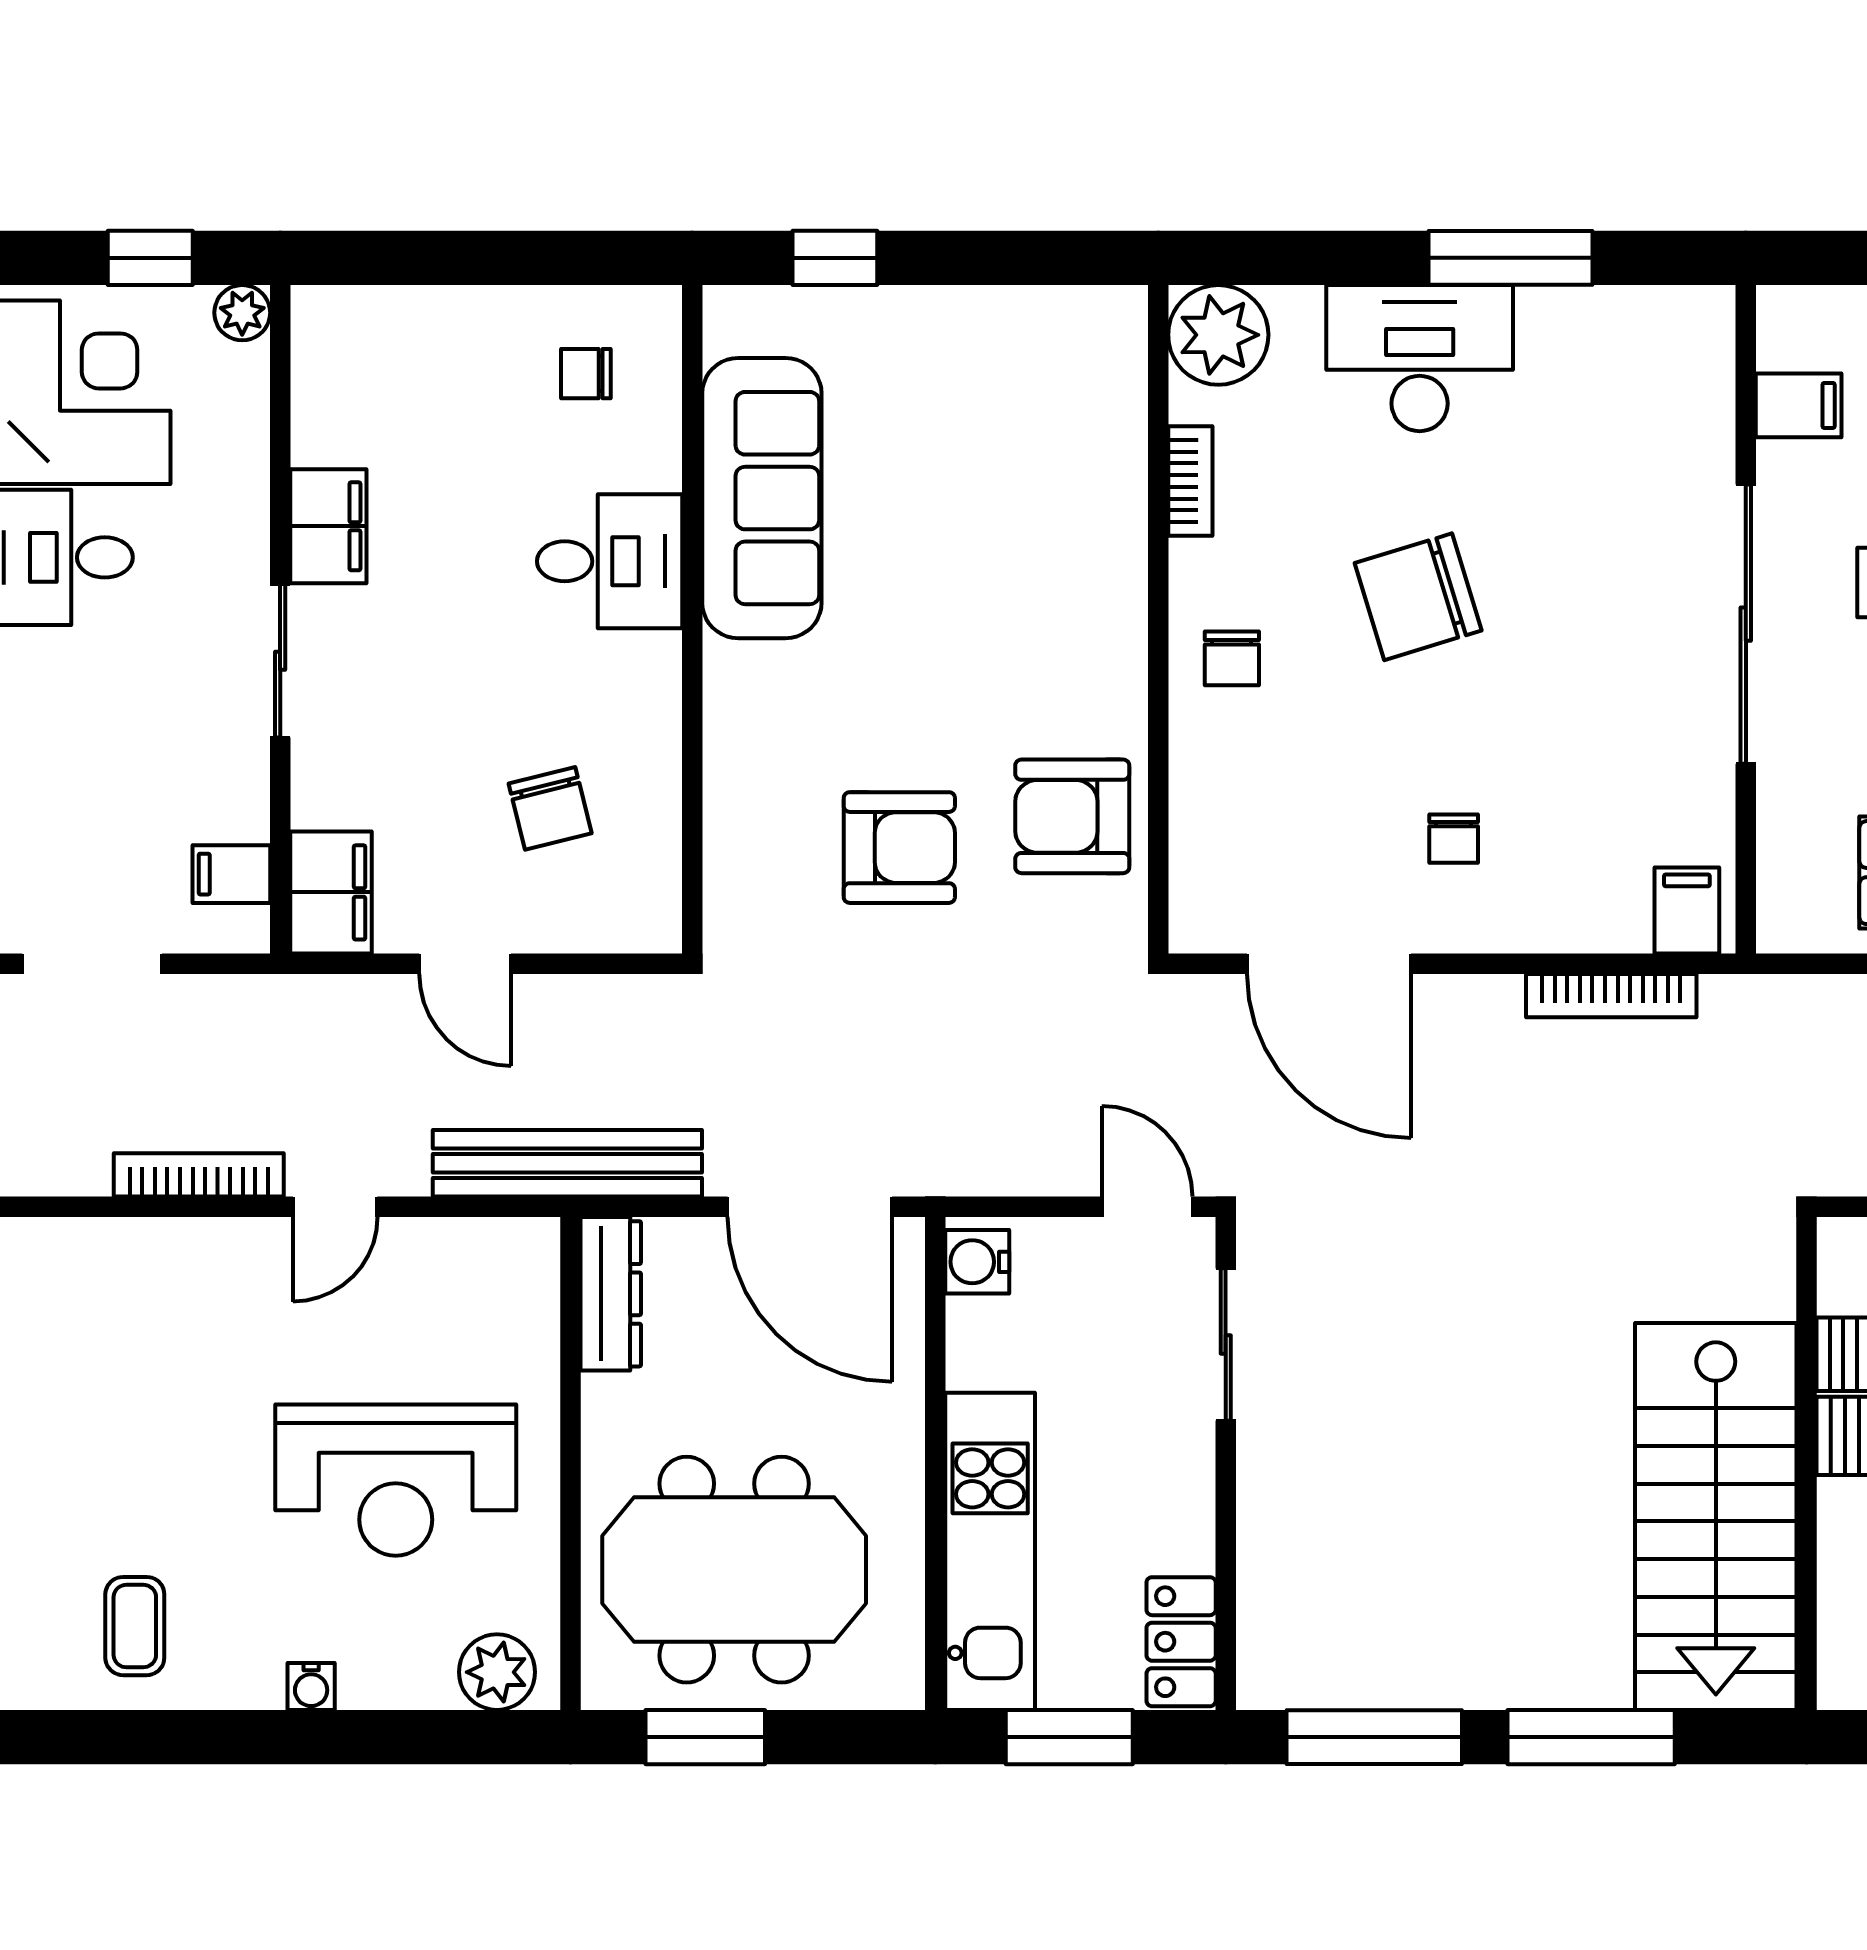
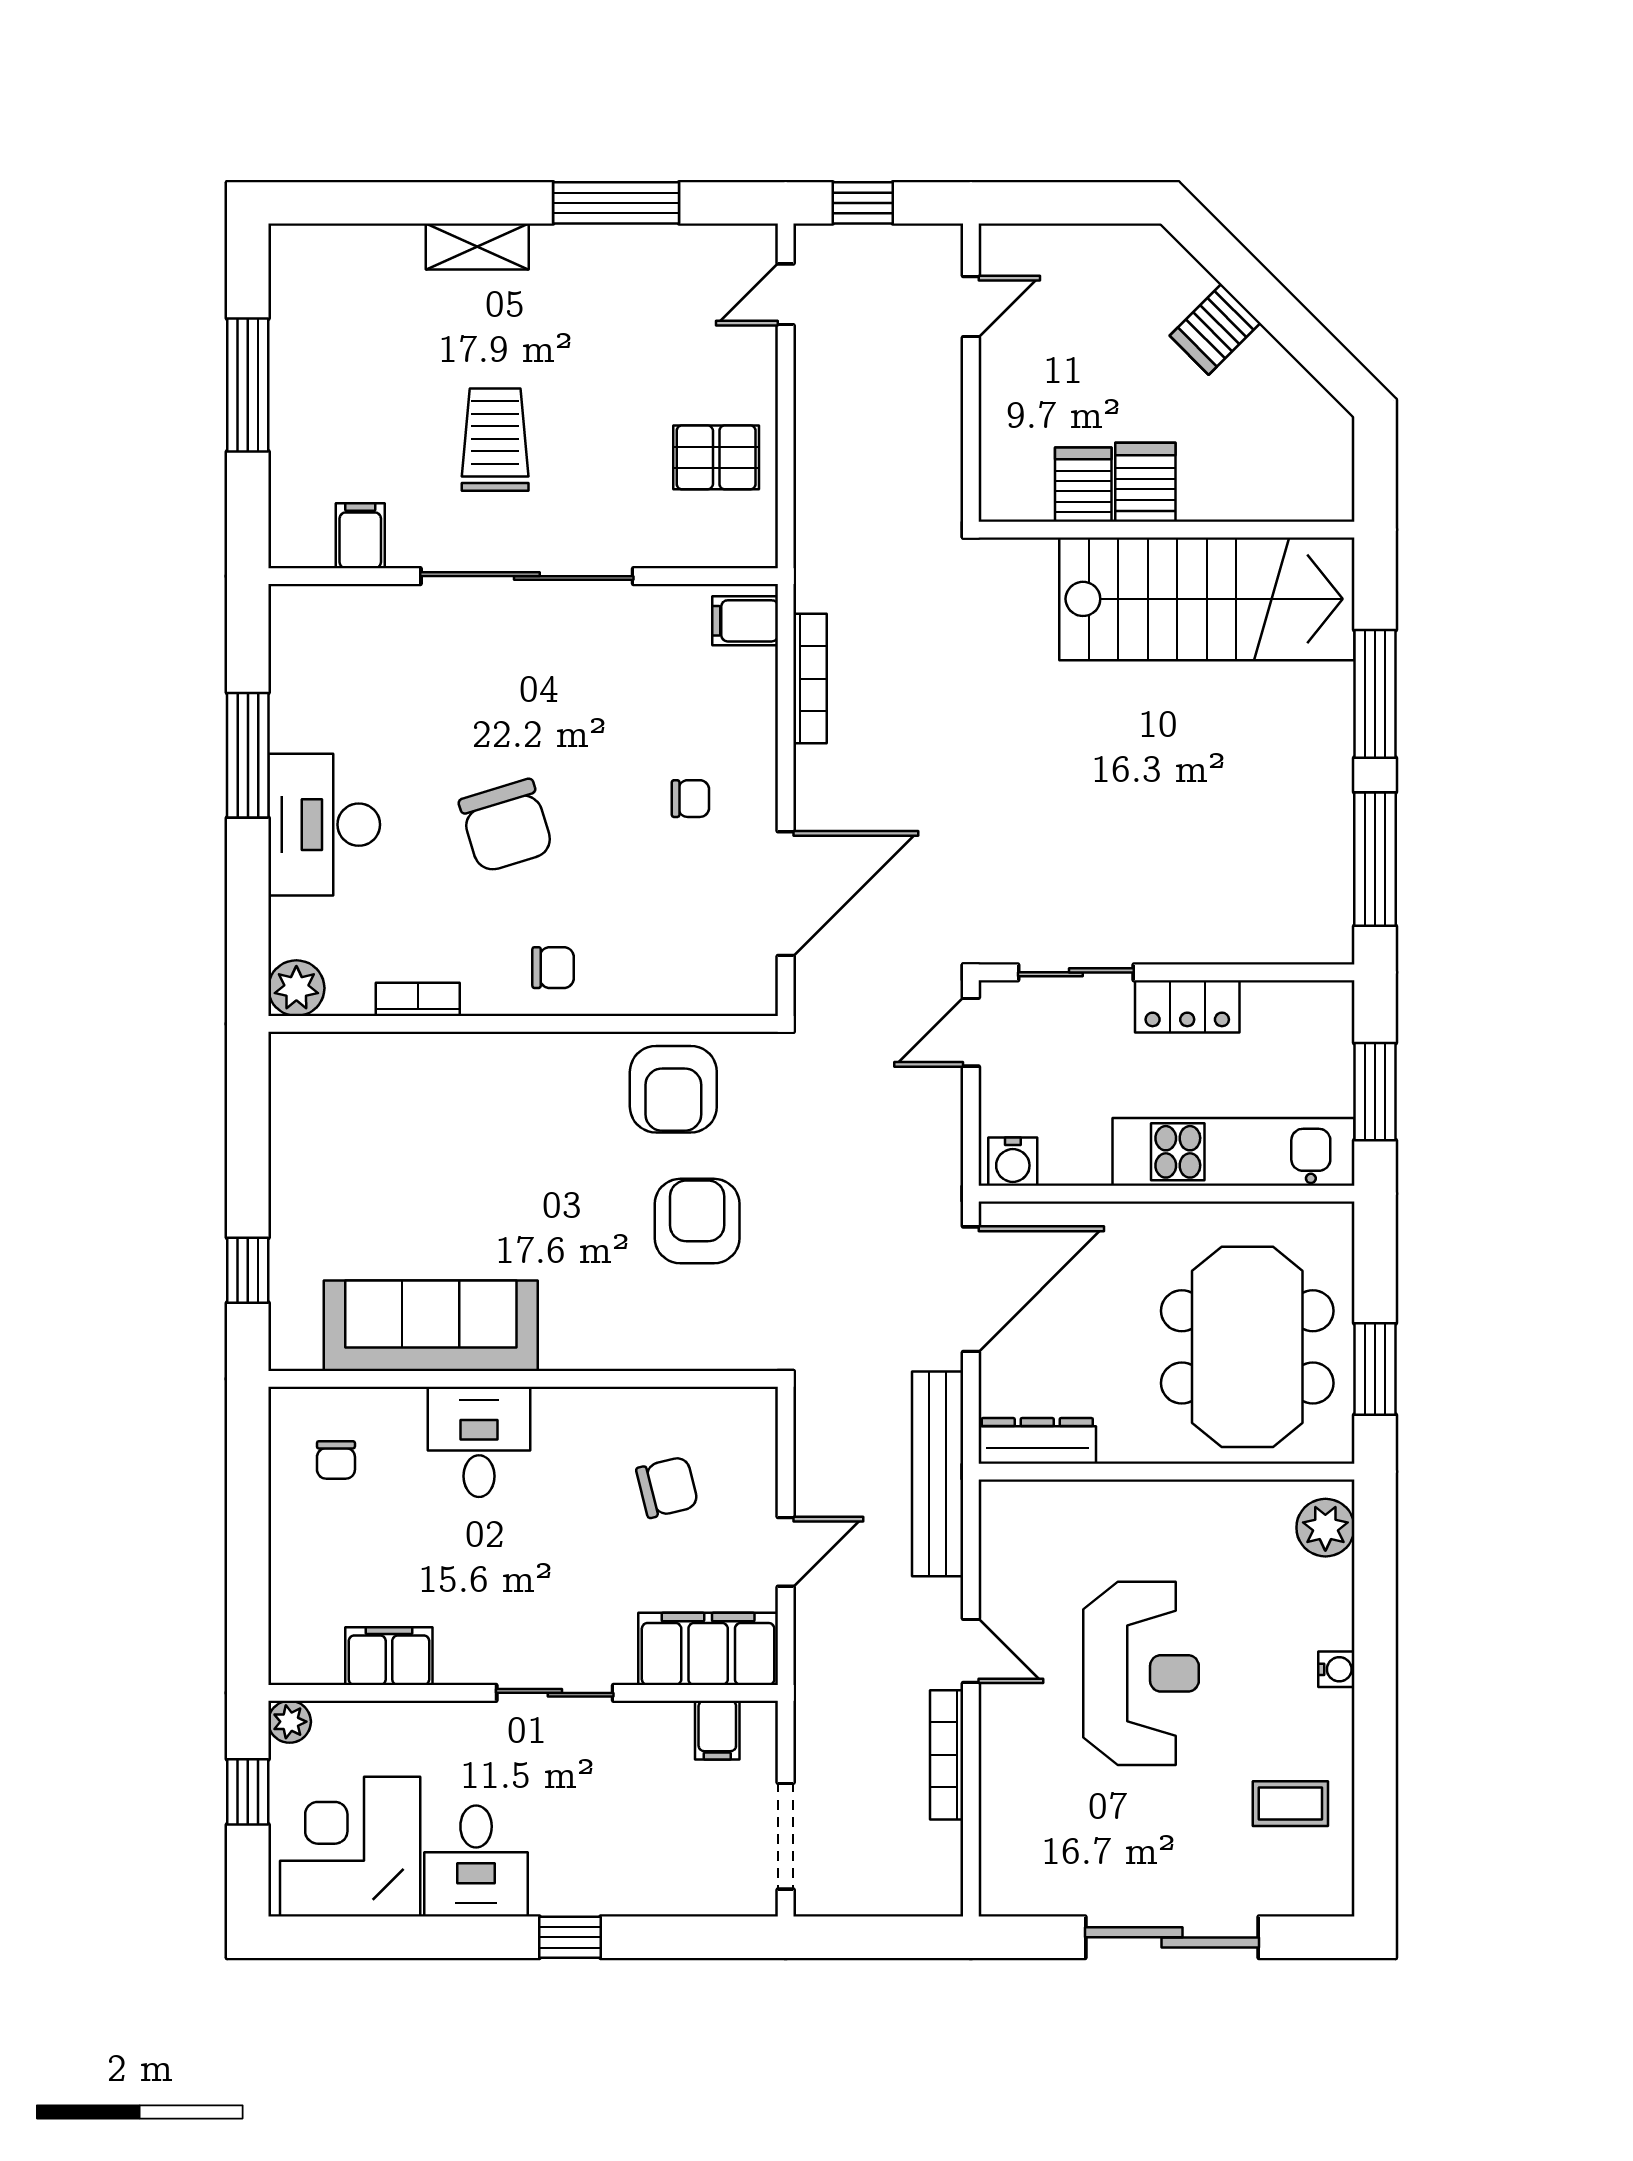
plant: (1218, 335) -> (296, 988), width x0.73, depth x0.73
filing cabinet: (328, 526) -> (389, 1656), moved
filing cabinet: (331, 892) -> (708, 1649), width x1.50, depth x1.17
reception desk: (396, 1480) -> (1141, 1673), moved
locker: (1181, 1642) -> (1187, 1006), moved

